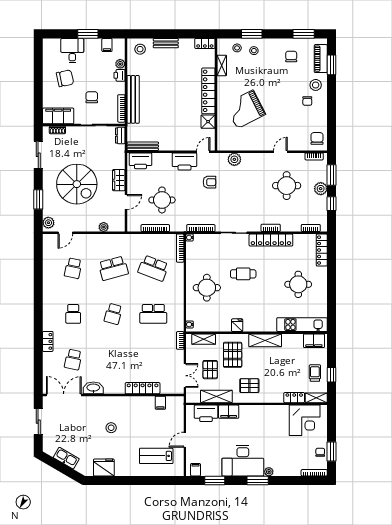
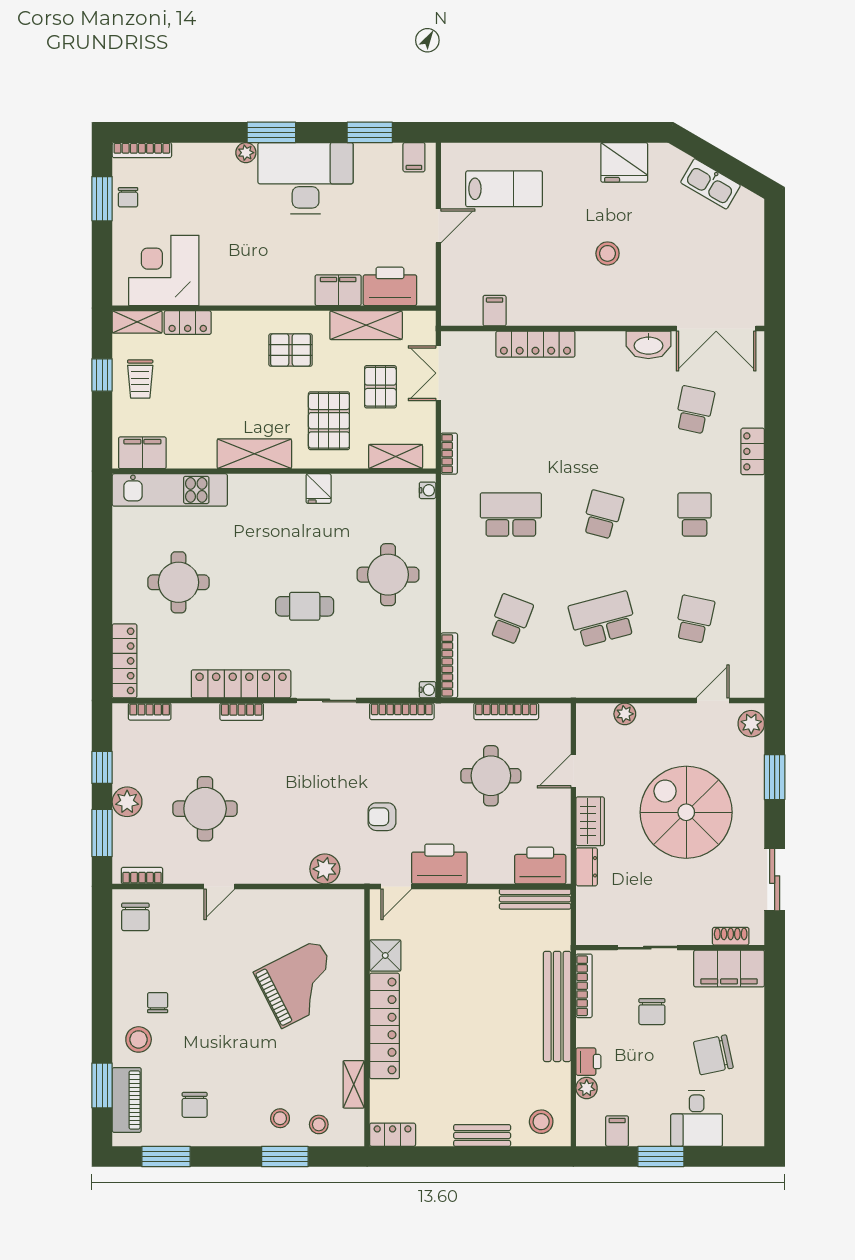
dresser: (120, 135) -> (587, 867), moved
school desk: (153, 268) -> (511, 619), width x0.54
sliding door: (38, 422) -> (775, 267), removed

